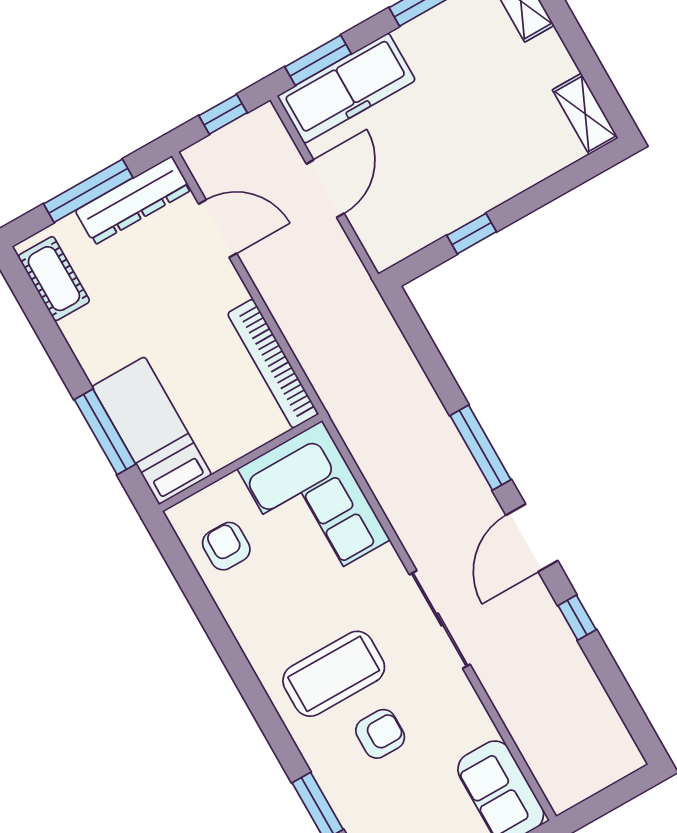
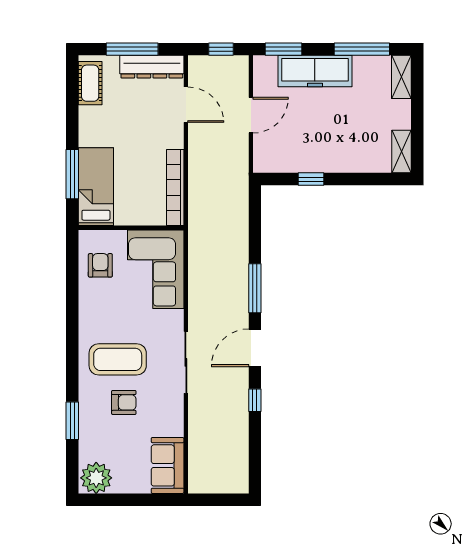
freezer: (346, 88) -> (315, 71), moved

